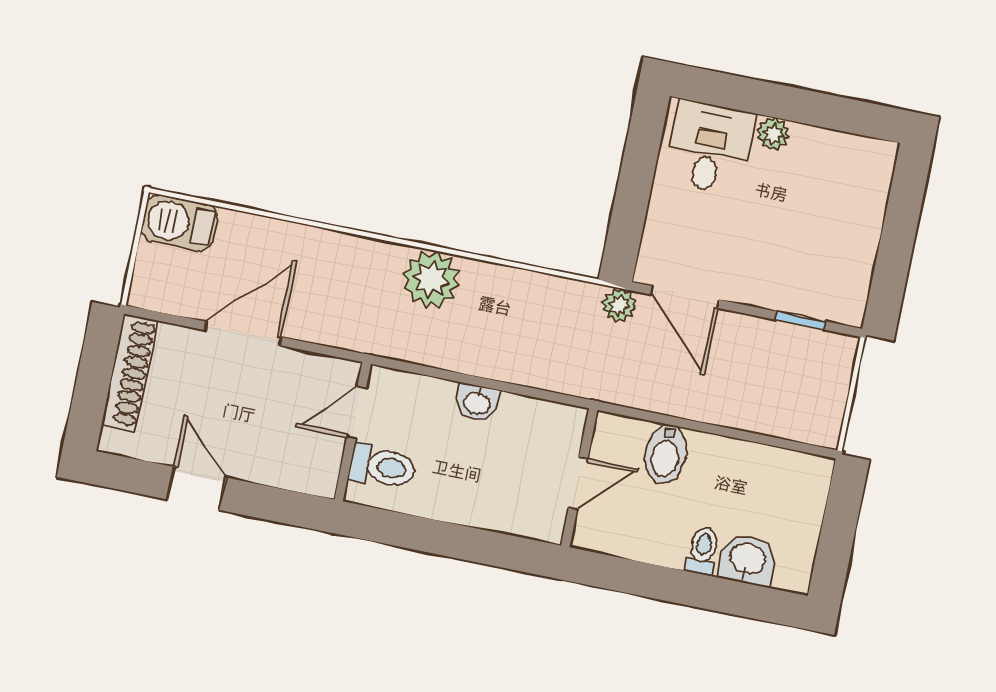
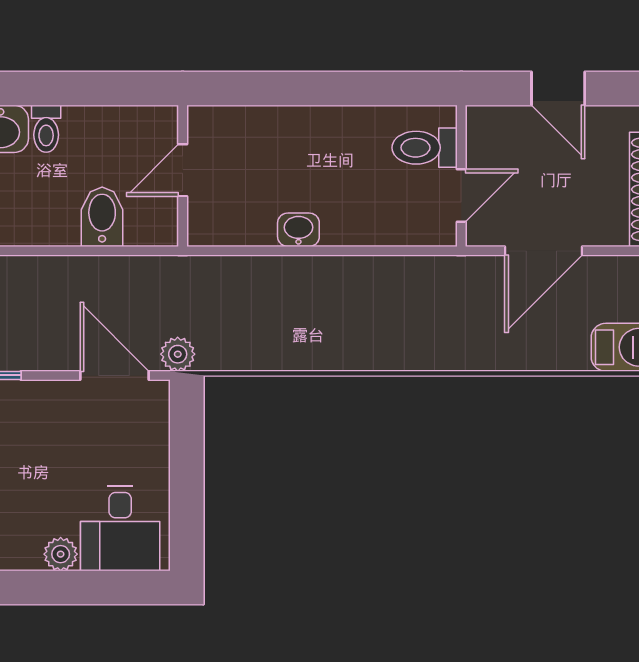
plant: (431, 280) -> (368, 342), removed
door: (357, 413) -> (461, 196), moved
wall: (353, 432) -> (461, 176), moved
toilet: (383, 466) -> (425, 148), moved

